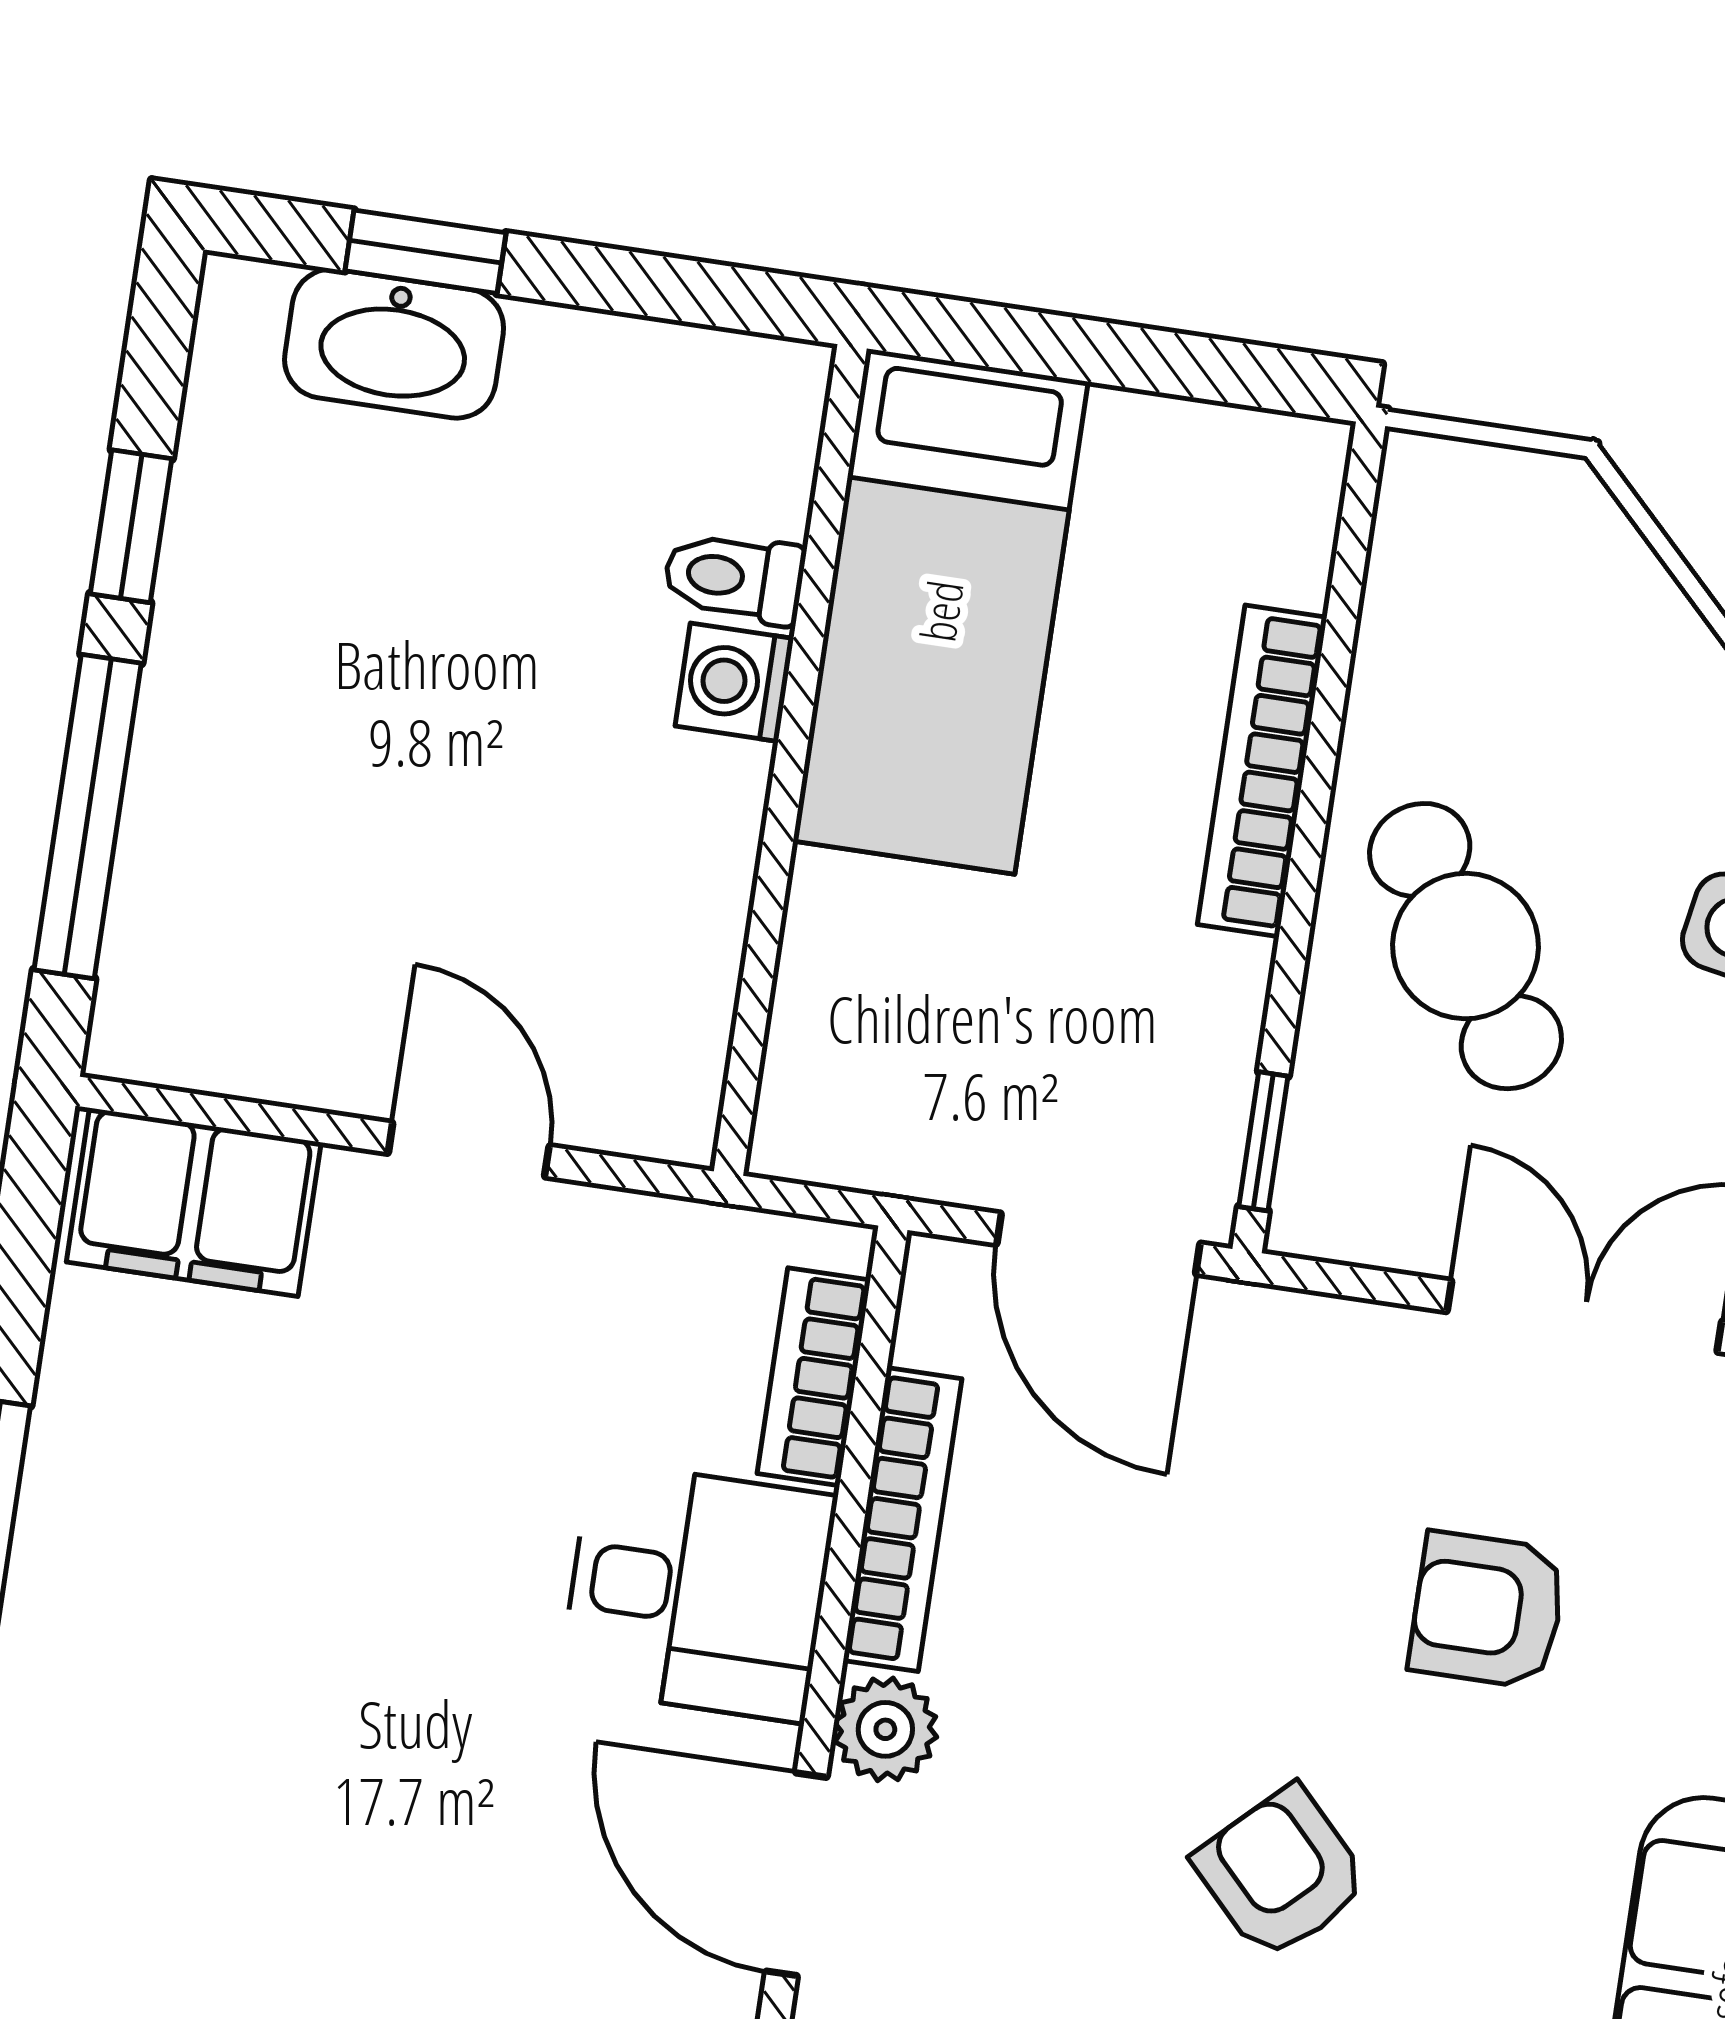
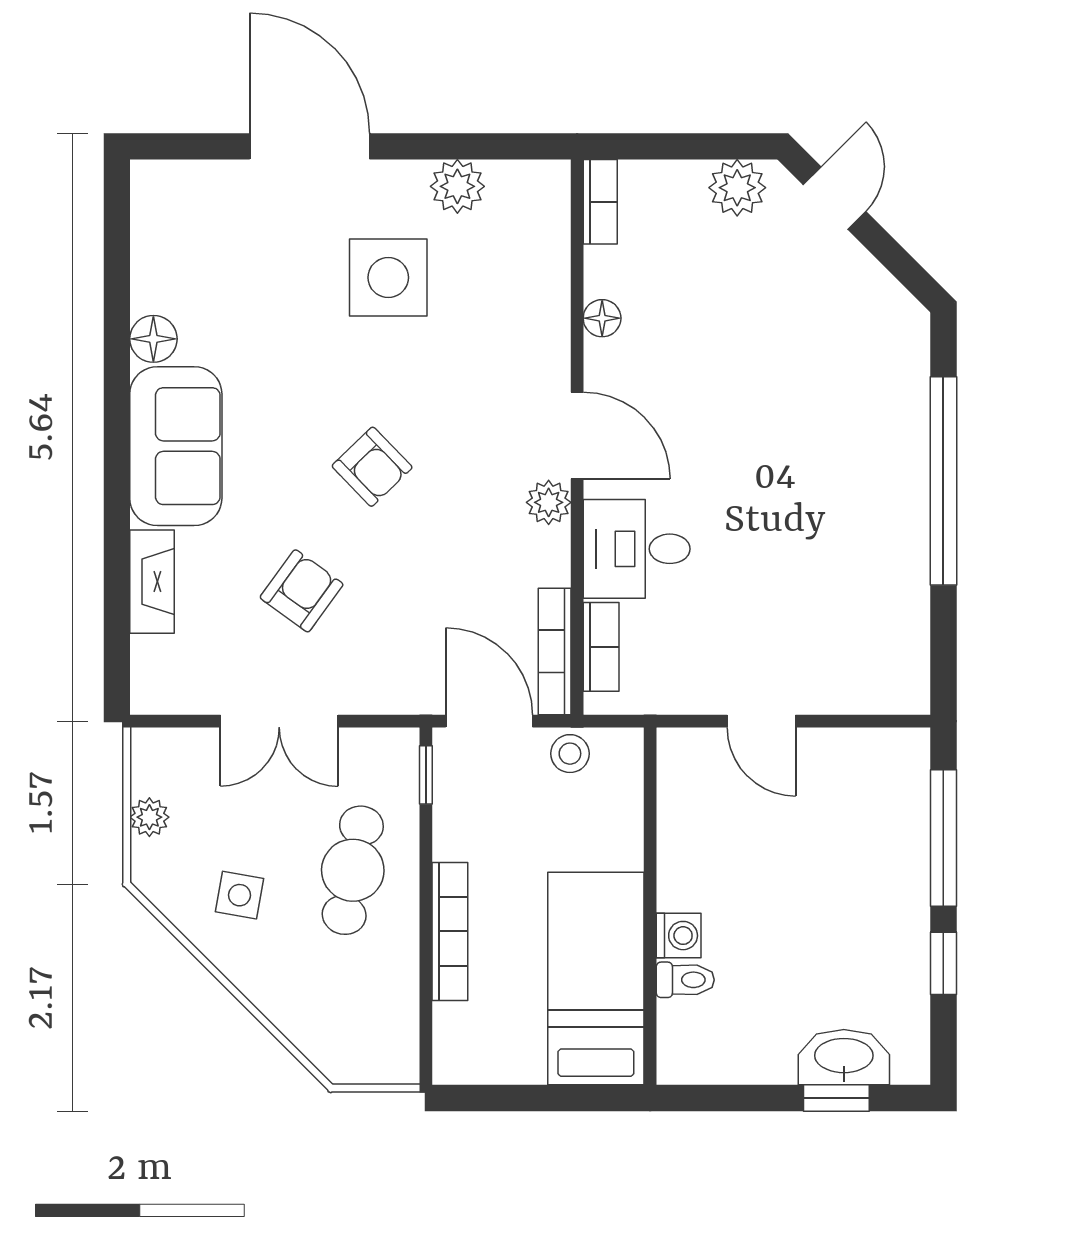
cafe table: (1465, 946) -> (353, 870), turned 45
stool: (923, 1141) -> (570, 754), added
filing cabinet: (194, 1202) -> (874, 682), removed
bookcase: (902, 1520) -> (555, 652), moved
armchair: (1487, 1610) -> (302, 591), turned -54

